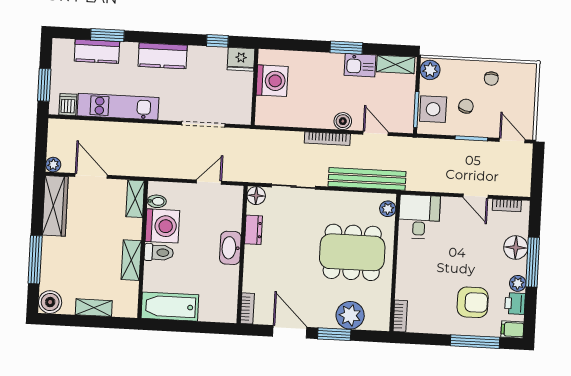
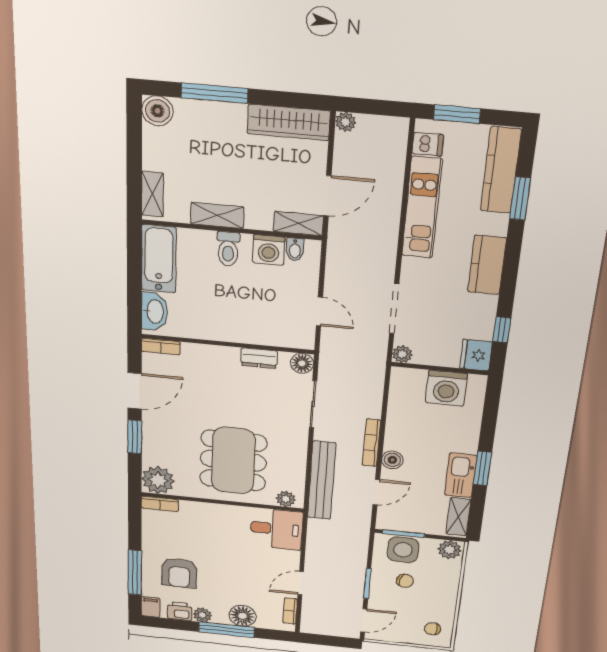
kitchen counter: (97, 51) -> (501, 170), width x1.50
kitchen sink: (360, 65) -> (461, 475), width x1.38
chair: (491, 79) -> (432, 629), moved
plant: (243, 117) -> (402, 354), added
door: (91, 176) -> (327, 196), moved
washing machine: (162, 226) -> (269, 250), width x0.73, depth x0.73
washbasin: (230, 248) -> (154, 311), moved, turned 90
shelving: (94, 308) -> (152, 194), moved
plant: (350, 315) -> (158, 480), moved

